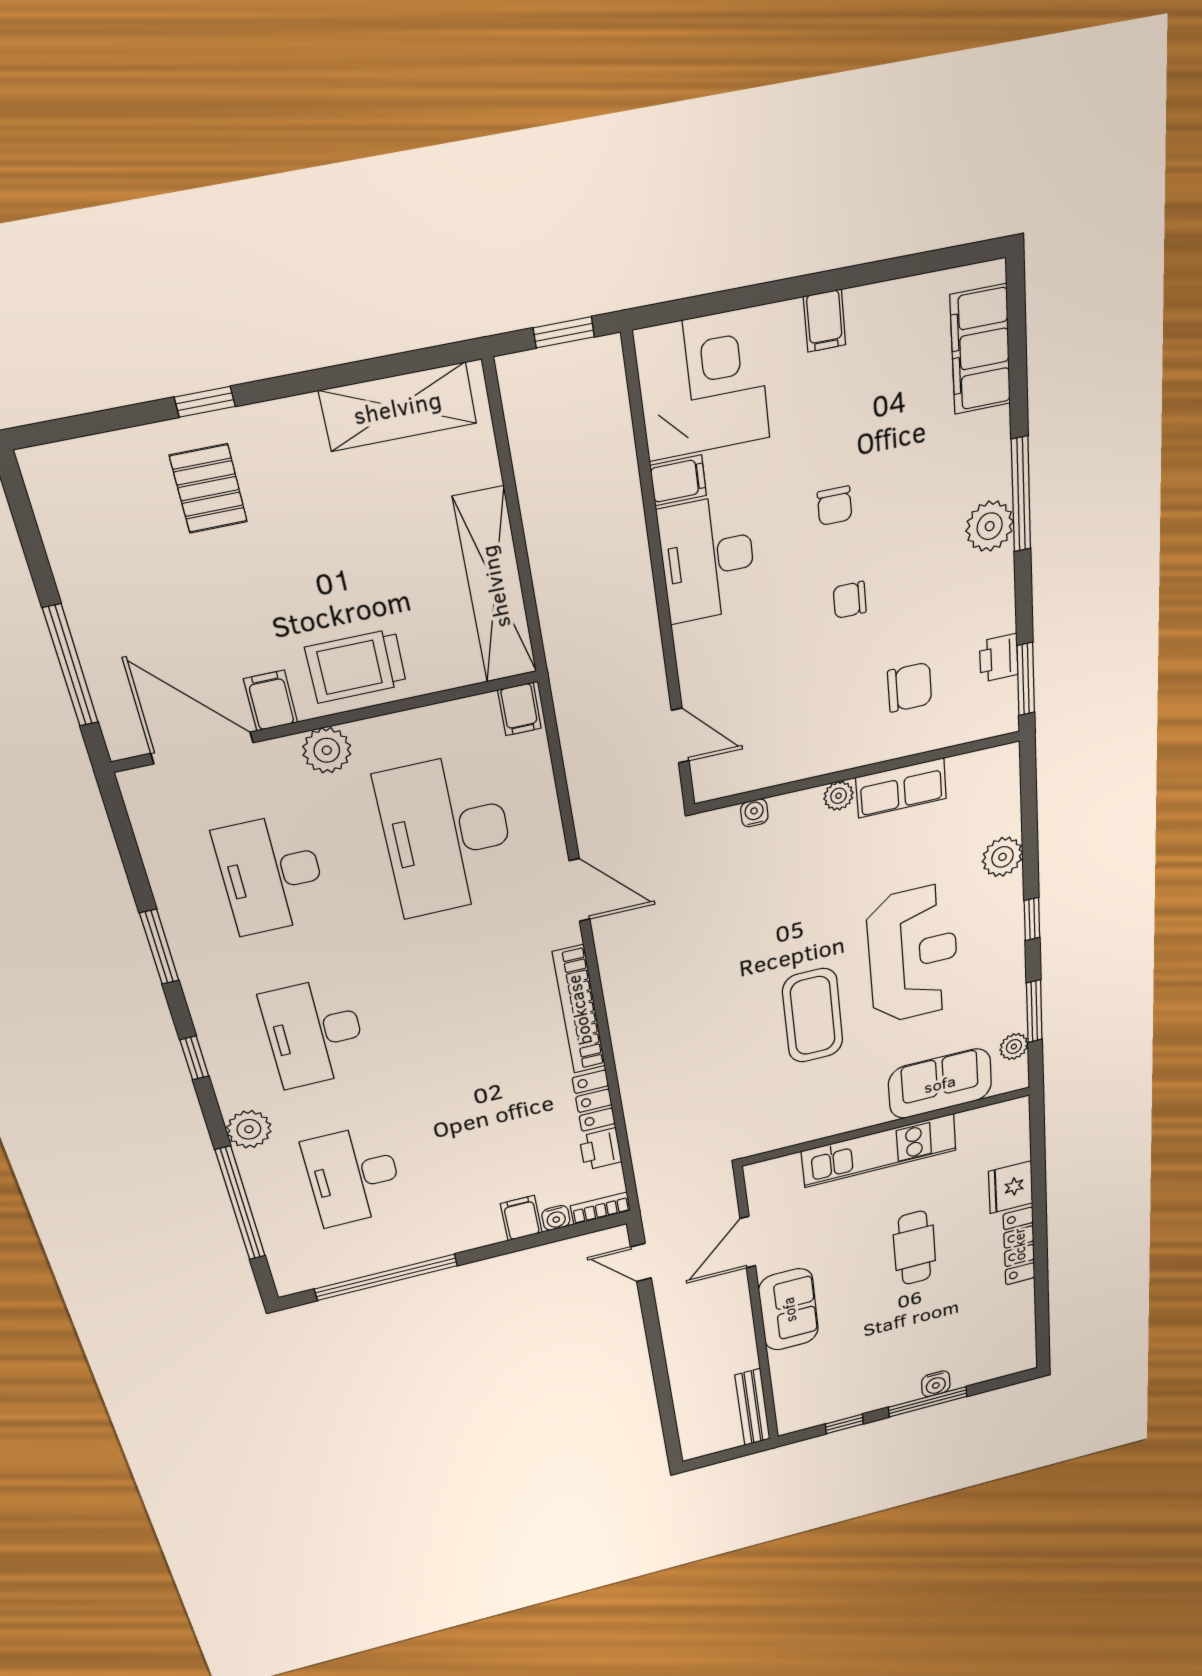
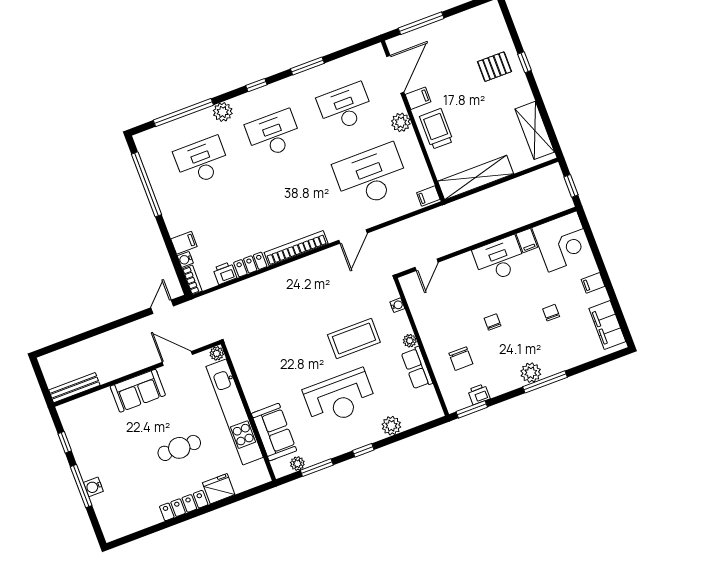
filing cabinet: (981, 350) -> (607, 325), moved, turned -90
chair: (835, 506) -> (551, 313), moved, turned 90
coffee table: (813, 1016) -> (354, 338), moved
kitchen unit: (879, 1151) -> (235, 412), width x1.36
plant: (758, 1174) -> (217, 353), added

